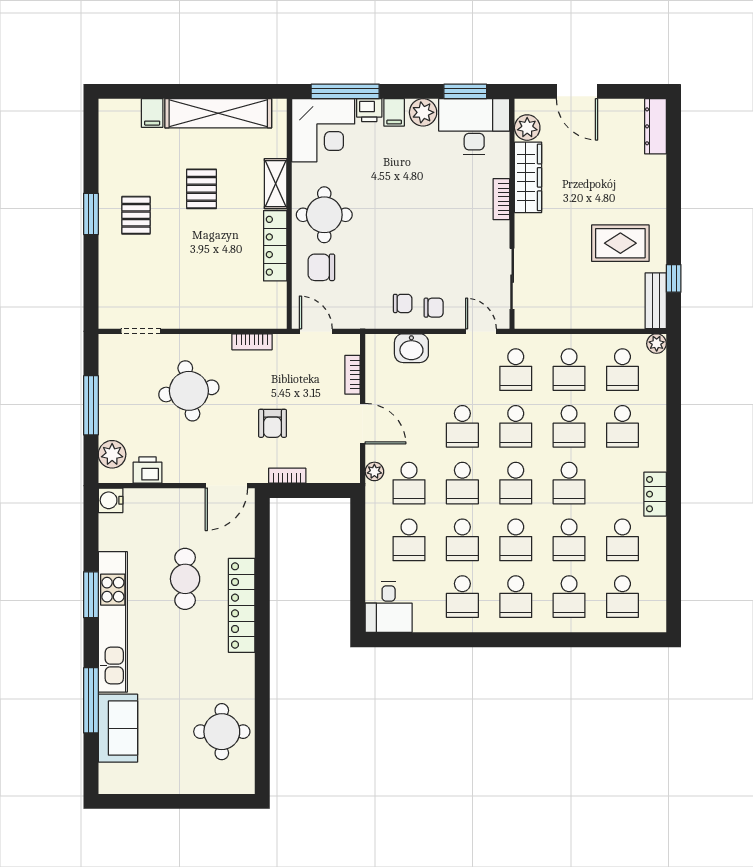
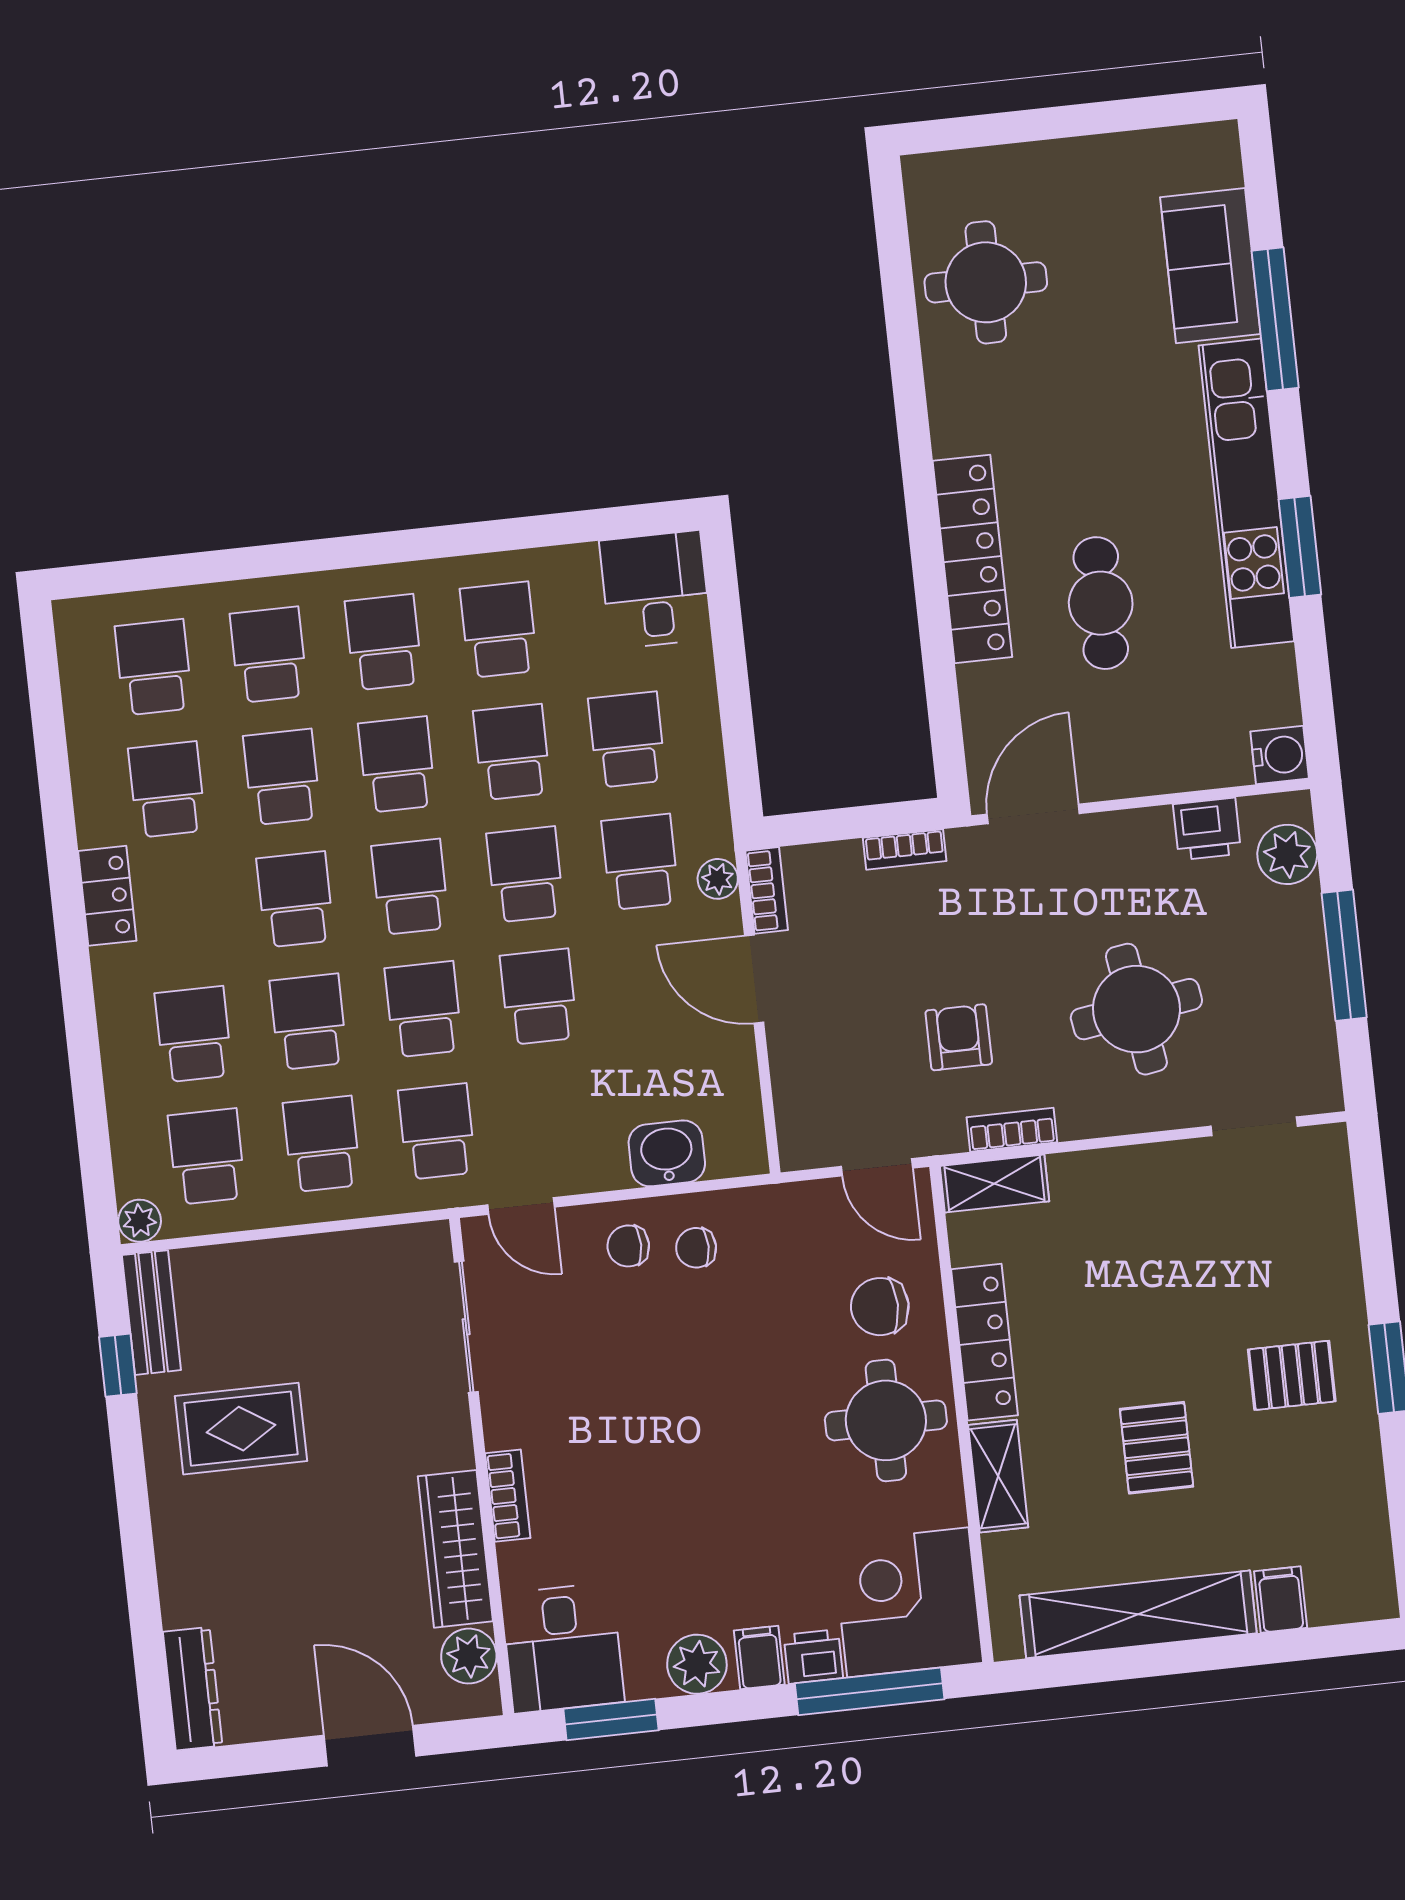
desk: (474, 127) -> (563, 1648), width x0.73
pallet: (136, 215) -> (1292, 1375), turned 90
chair: (321, 267) -> (880, 1307), turned 180
shelving: (263, 318) -> (995, 1184), added
bookcase: (353, 375) -> (767, 890), moved
armchair: (272, 423) -> (959, 1037), moved

